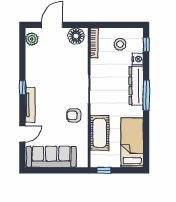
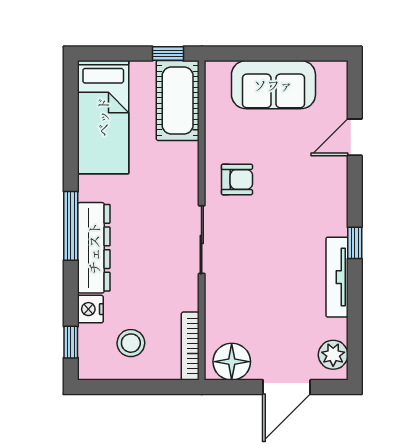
tv unit: (30, 105) -> (337, 277), moved
cot: (100, 133) -> (178, 100), moved
sofa: (51, 157) -> (273, 85), width x0.73

